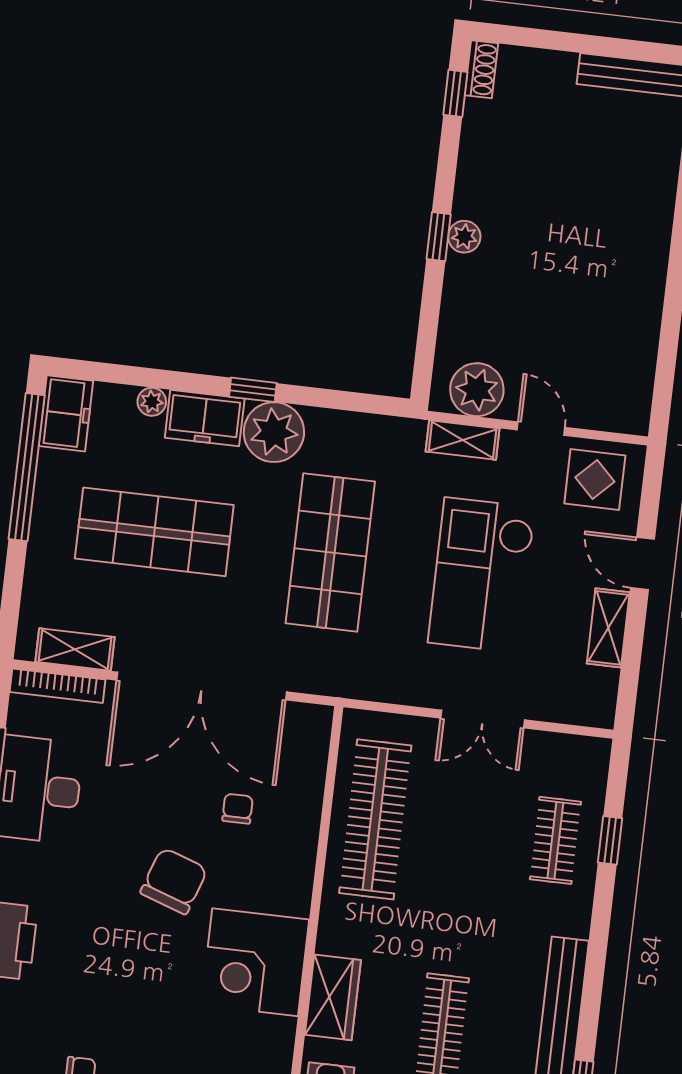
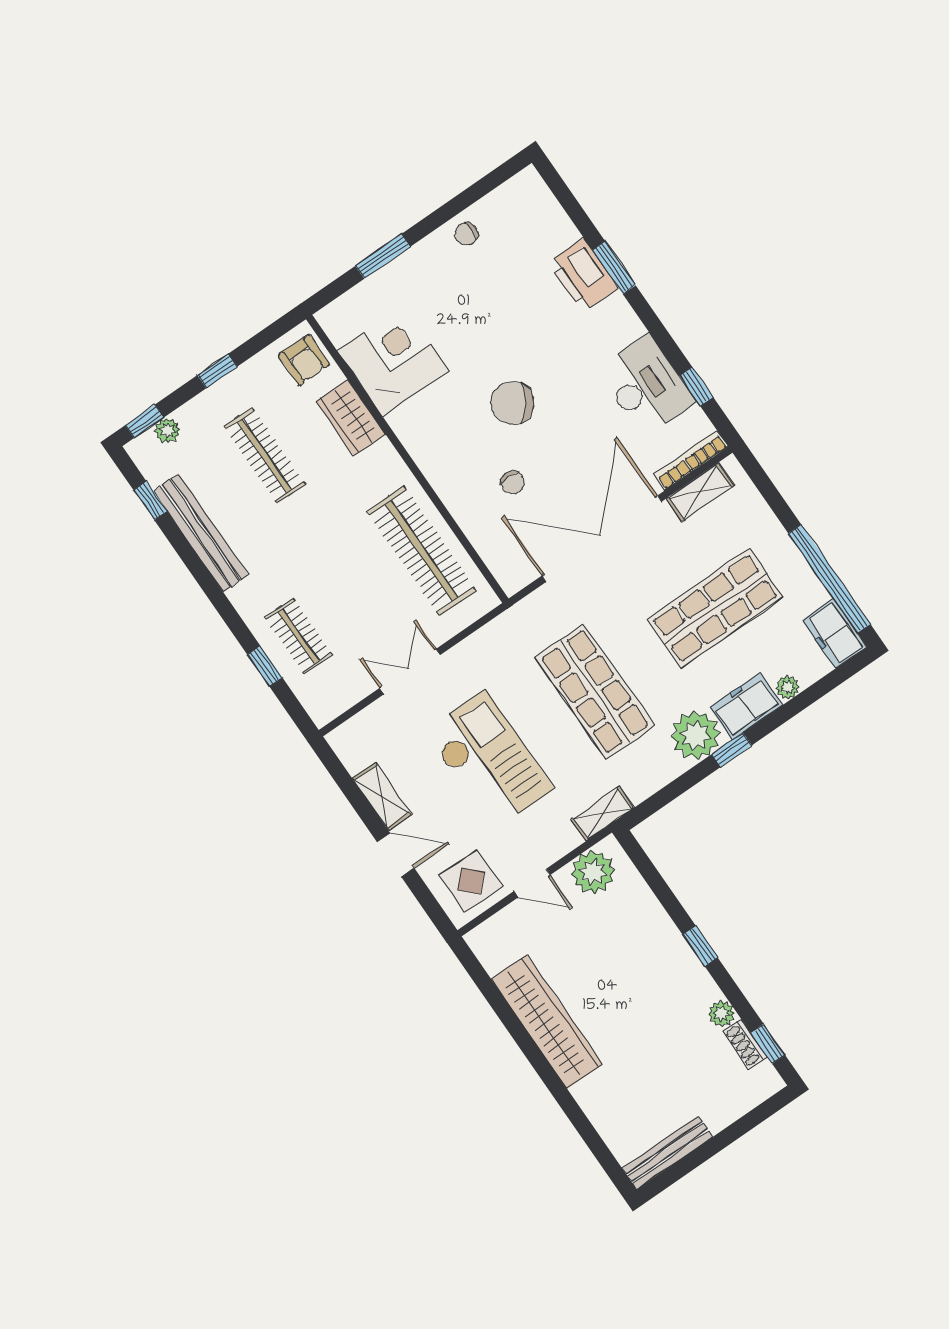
shoe rack: (481, 69) -> (745, 1044), moved
plant: (464, 237) -> (721, 1014), moved
wardrobe: (639, 291) -> (547, 1022), added
shelving: (463, 440) -> (603, 814), moved
chair: (174, 881) -> (512, 403), turned 106
corner desk: (255, 962) -> (393, 361), moved

